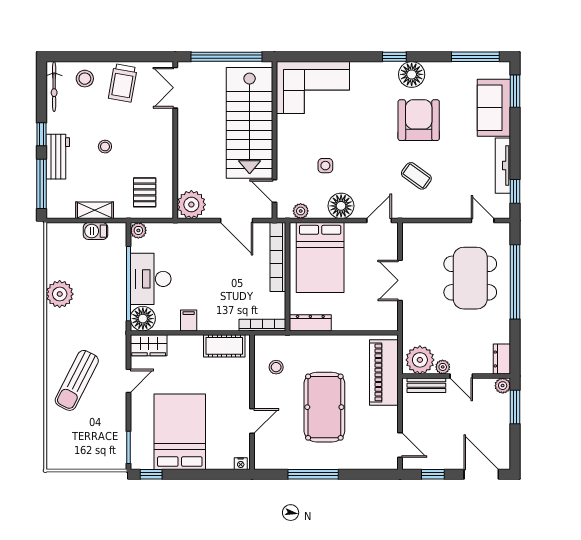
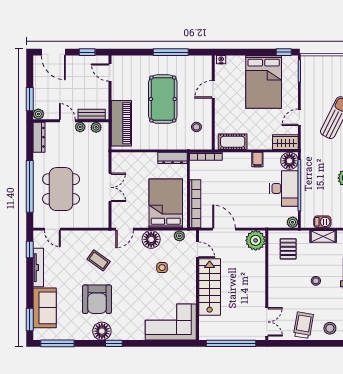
stairs: (250, 123) -> (210, 287), width x0.73, depth x0.66
dresser: (502, 359) -> (39, 137), width x1.44
plant: (420, 360) -> (96, 127), width x0.53, depth x0.53

